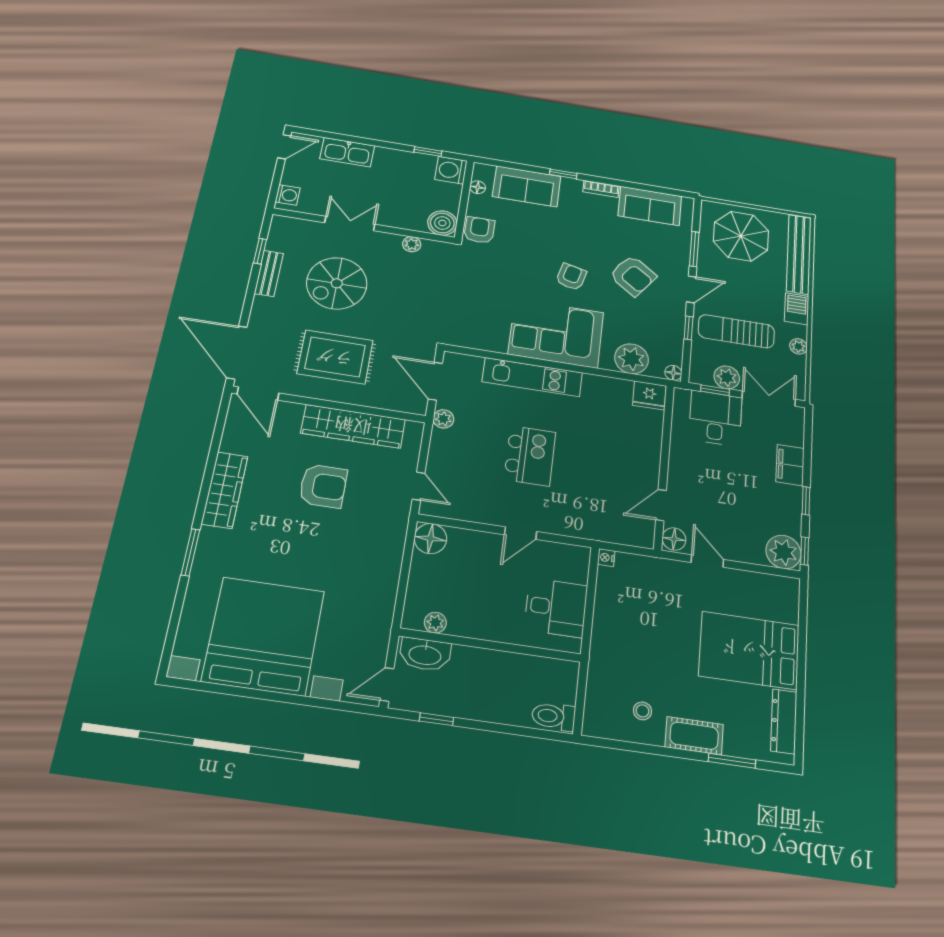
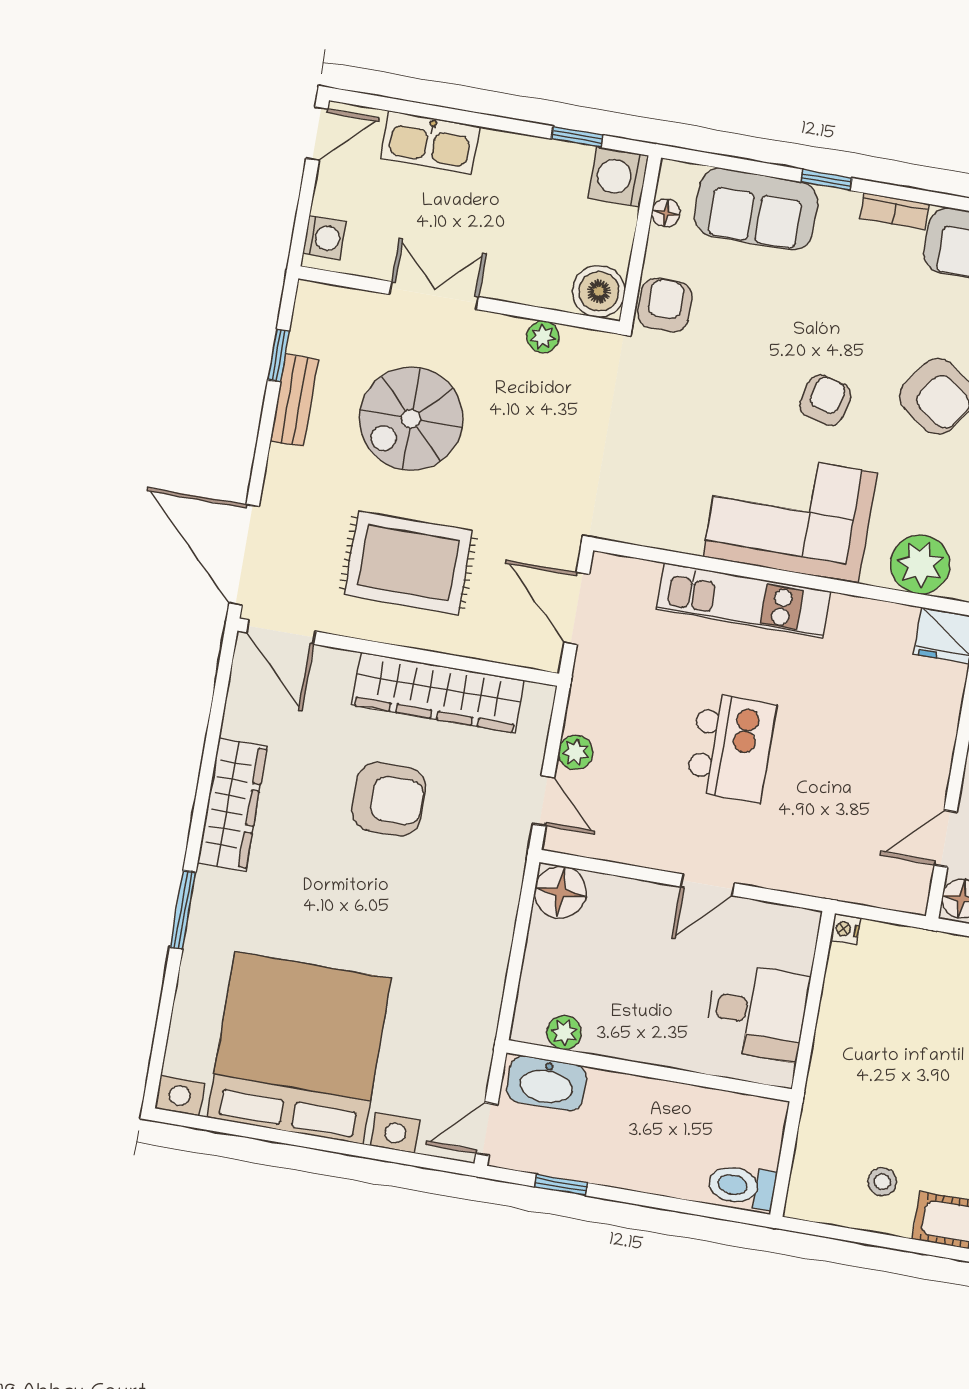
plant: (443, 419) -> (576, 752), moved

